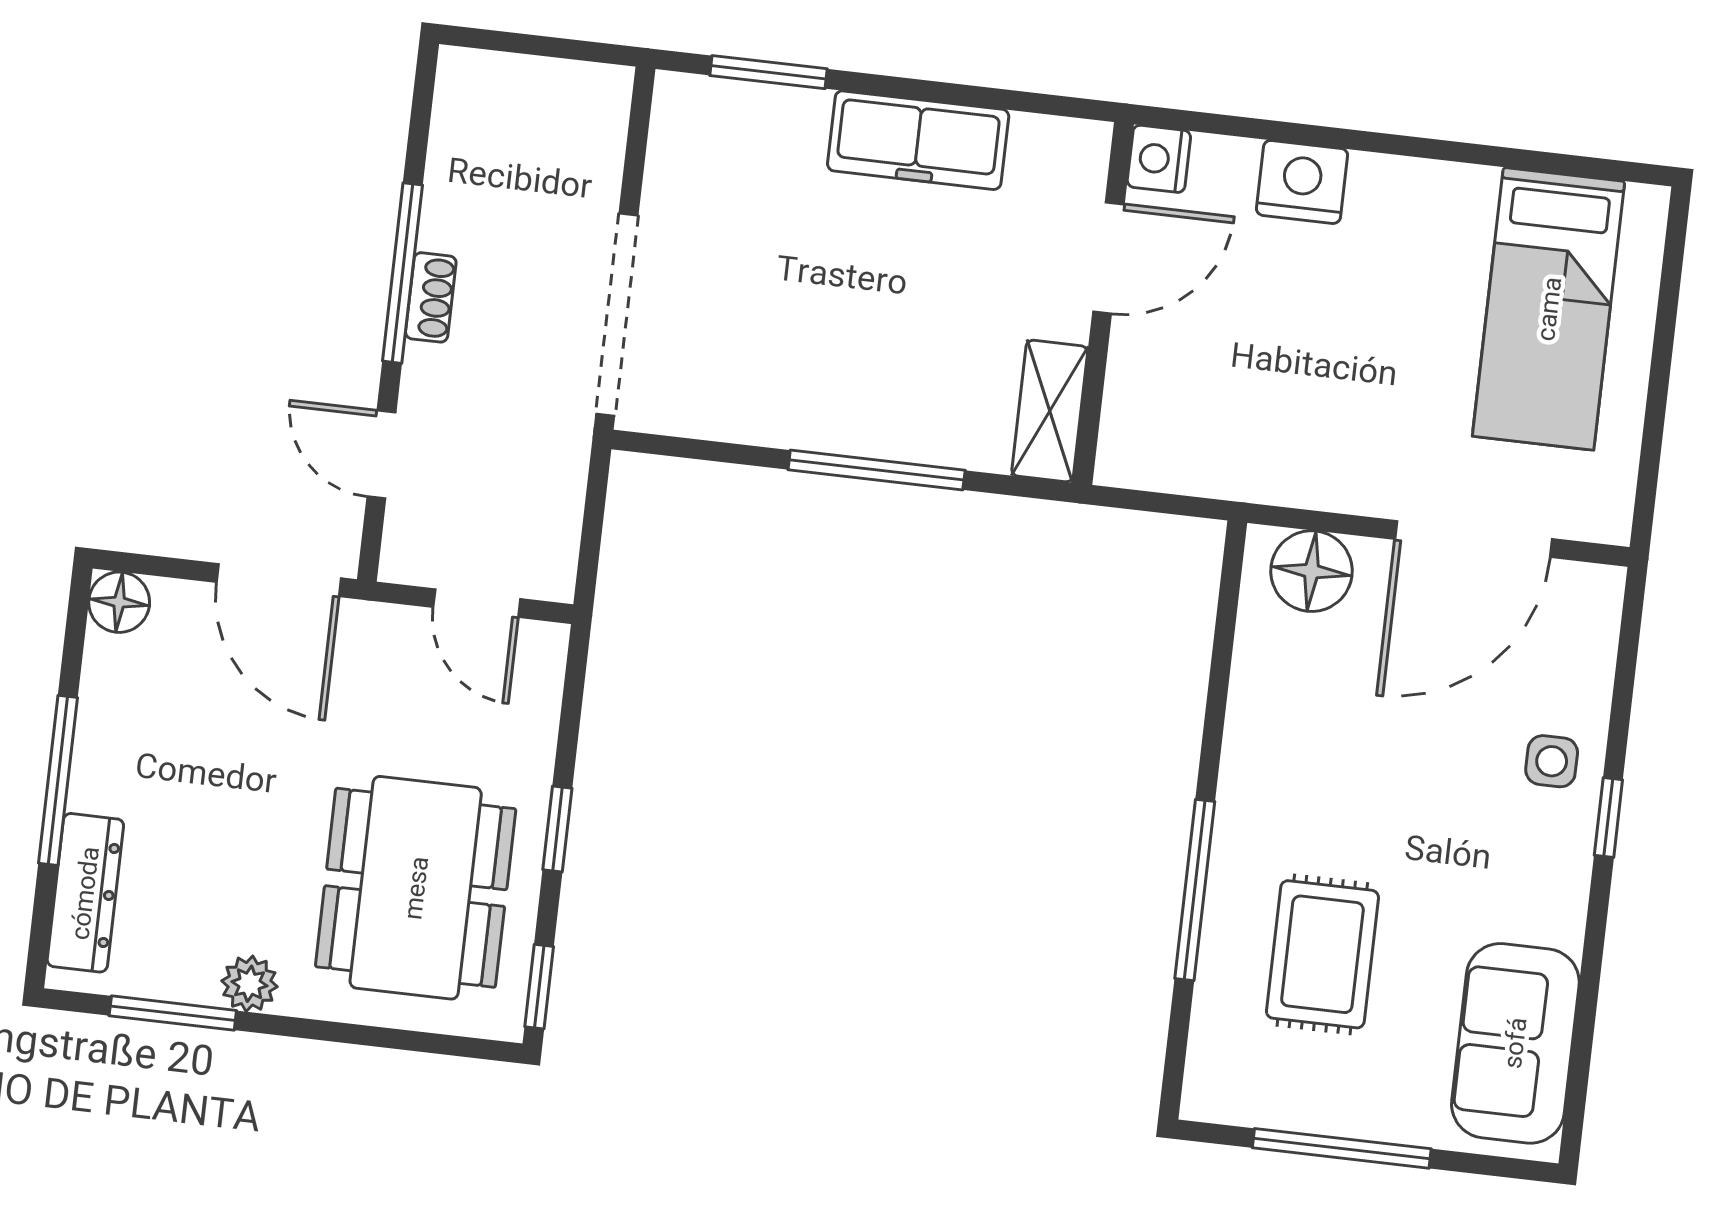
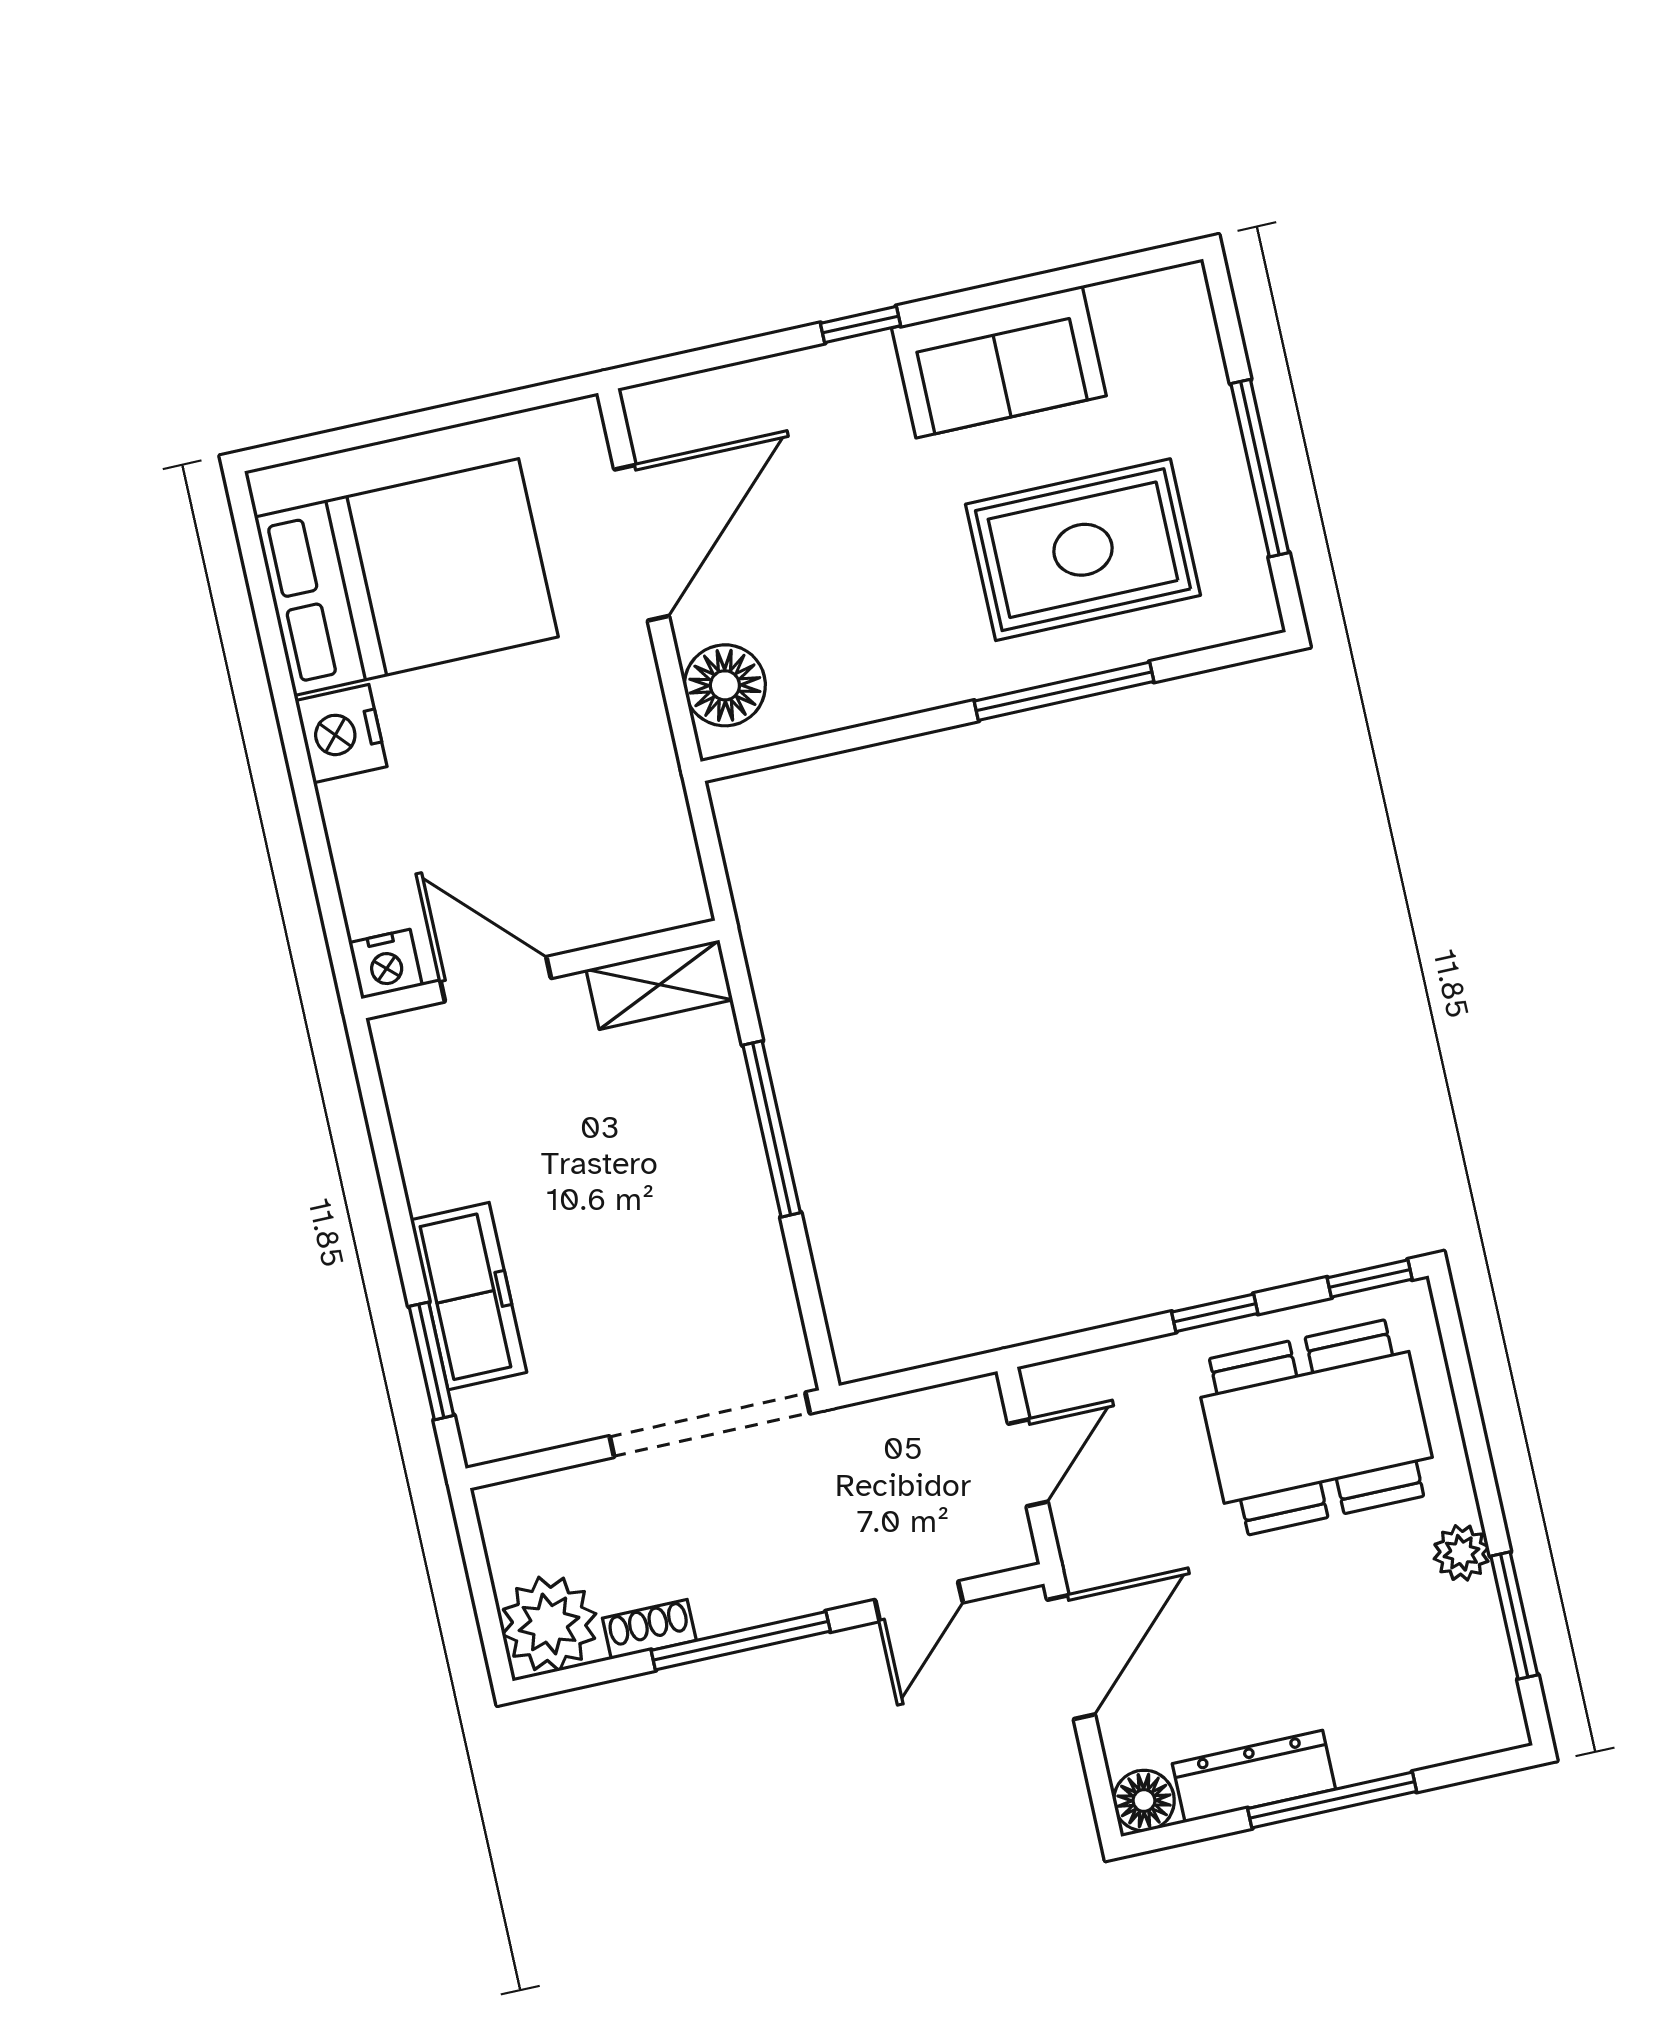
plant: (481, 97) -> (549, 1624), added
freezer: (918, 140) -> (469, 1296), moved
nightstand: (1302, 182) -> (341, 734), moved
shoe rack: (431, 297) -> (649, 1629), moved
bed: (1549, 309) -> (406, 577), width x1.50
door: (1474, 539) -> (642, 543), hinge flipped
side table: (1552, 761) -> (826, 397), removed
dresser: (85, 893) -> (1254, 1776), moved
rug: (1322, 954) -> (1083, 550), width x1.36, depth x1.43
sofa: (1515, 1043) -> (999, 362), moved

